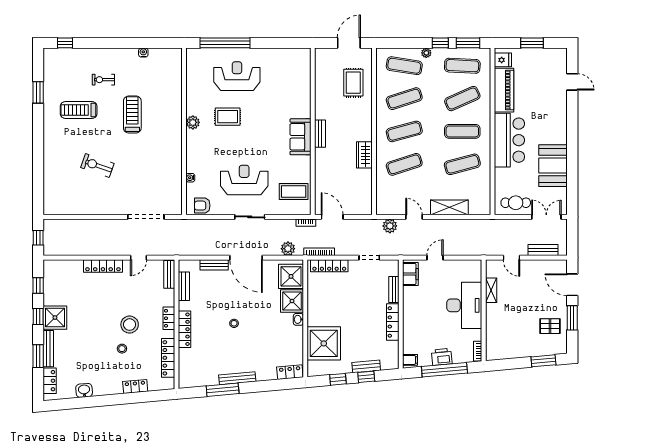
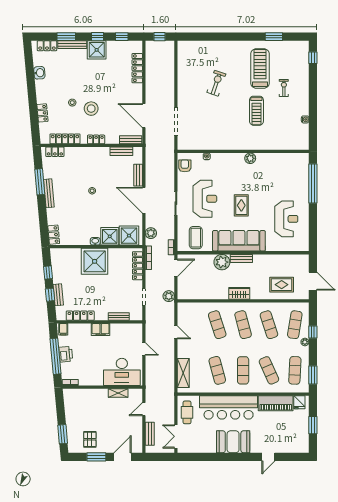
window: (440, 43) -> (313, 332), moved
reception desk: (237, 76) -> (286, 219), moved
door: (572, 82) -> (268, 457), moved
treadmill: (79, 110) -> (260, 69), width x1.37, depth x1.38
treadmill: (132, 114) -> (256, 111), turned 90
rug: (228, 117) -> (241, 205), moved
sofa: (300, 137) -> (239, 241), width x1.85, depth x1.27
bar counter: (509, 140) -> (229, 407), width x1.36
wardrobe: (364, 155) -> (239, 293), moved
plant: (325, 158) -> (222, 262), added
booth: (553, 166) -> (233, 442), moved
shelving: (449, 207) -> (183, 373), moved
door: (414, 217) -> (176, 332), hinge flipped
double door: (546, 217) -> (176, 436), swing flipped
plant: (390, 226) -> (169, 296), moved
door: (139, 258) -> (144, 116), width x1.87
door: (246, 258) -> (144, 200), hinge flipped
locker: (103, 266) -> (137, 68), moved
filing cabinet: (410, 274) -> (101, 330), moved
desk: (464, 305) -> (122, 372), moved
locker: (393, 322) -> (80, 316), moved
locker: (184, 329) -> (55, 152), moved, width x0.66
shower: (324, 343) -> (95, 261), moved

